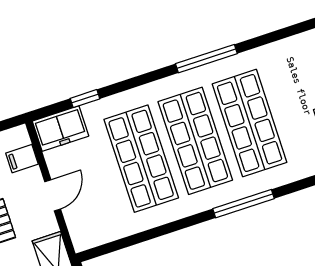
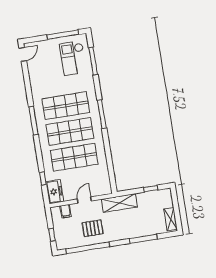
door: (53, 195) -> (84, 200), hinge flipped

